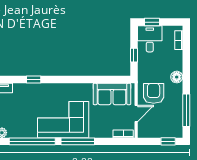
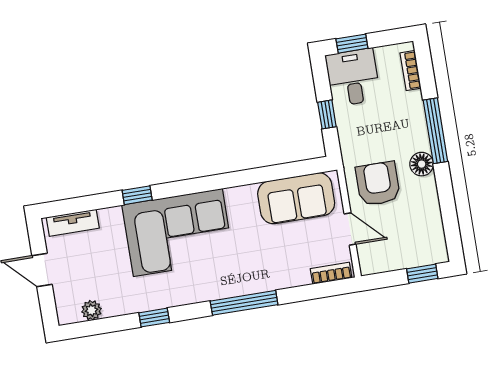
floor lamp: (177, 77) -> (422, 164), moved
window: (186, 110) -> (435, 131), moved
door: (136, 113) -> (350, 229), hinge flipped
corner sofa: (63, 120) -> (178, 233), moved, turned 180
window: (32, 141) -> (154, 318), width x0.32

